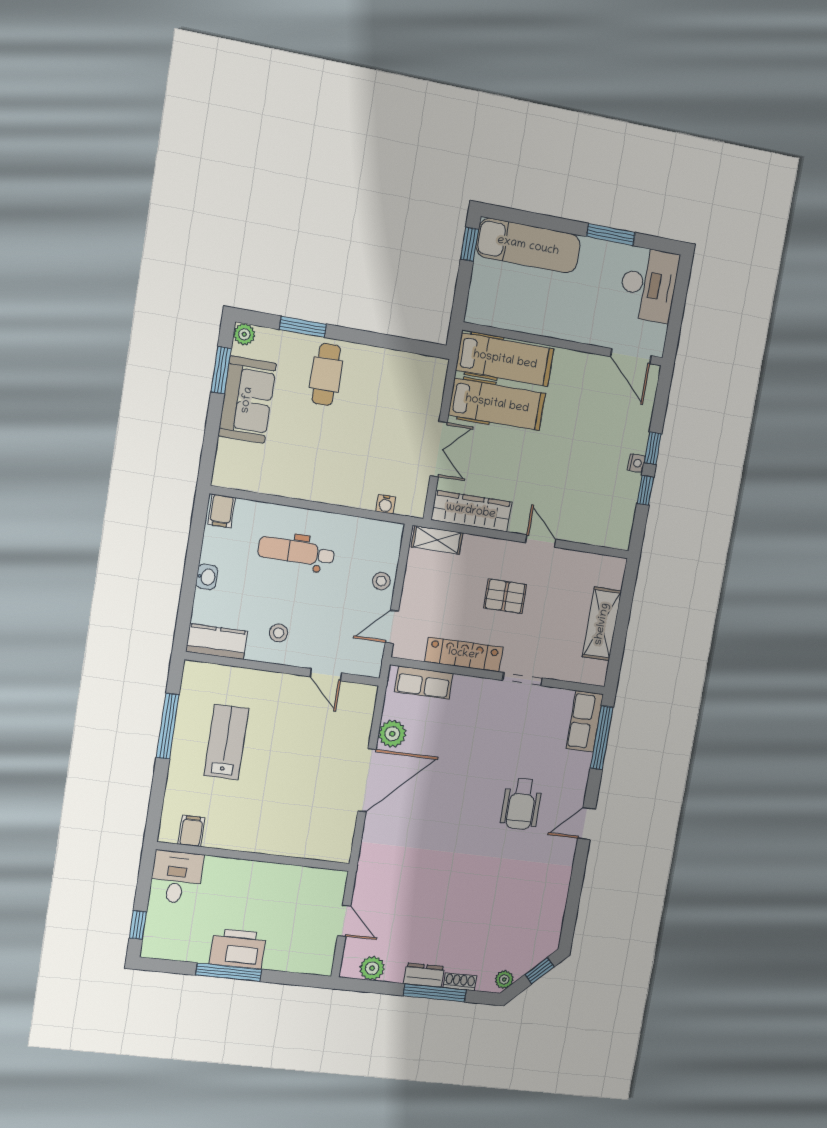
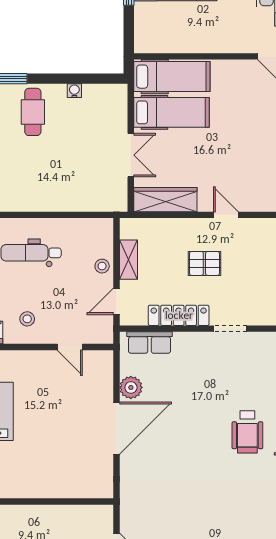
water cooler: (386, 504) -> (74, 91), moved, turned 180
shelving: (437, 540) -> (128, 260), moved, turned 90

